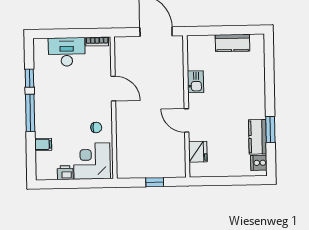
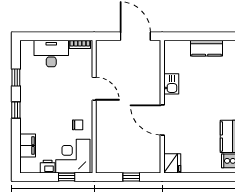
window: (30, 113) -> (16, 110), width x0.46
door: (187, 120) -> (162, 120), width x1.36
filing cabinet: (43, 144) -> (28, 146), width x2.00
fridge: (198, 152) -> (172, 163), moved
window: (86, 183) -> (67, 177), added

